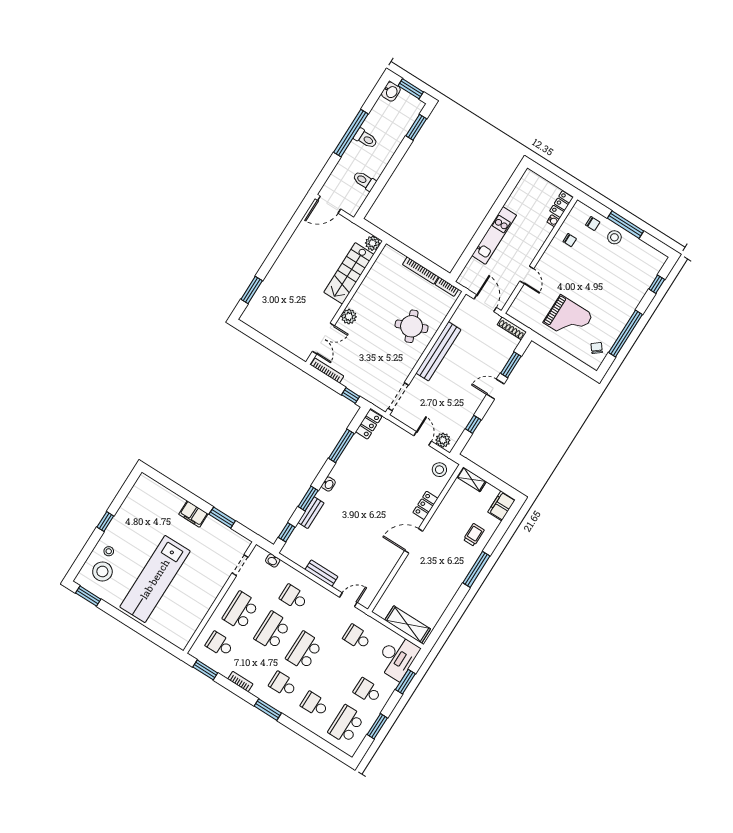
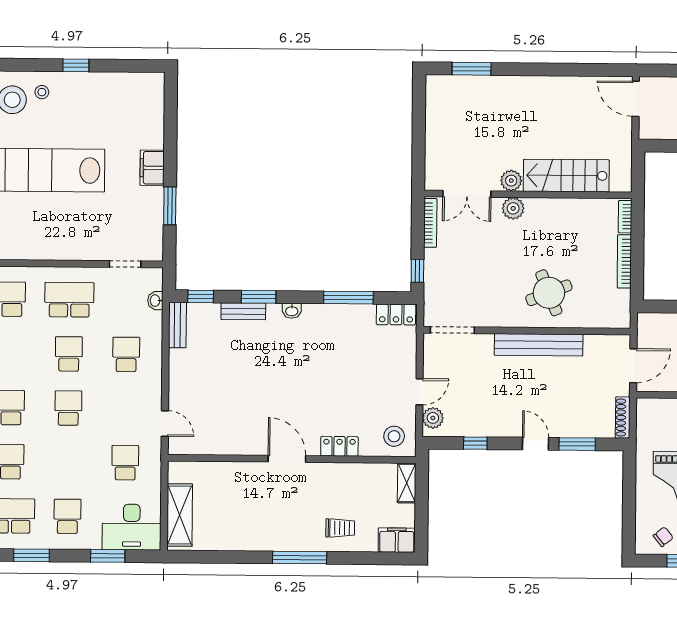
plant: (373, 243) -> (511, 181), moved
bookcase: (447, 287) -> (625, 217), moved
bench: (321, 573) -> (177, 325), moved
school desk: (272, 631) -> (69, 354), width x0.54
school desk: (304, 651) -> (68, 408), width x0.54

